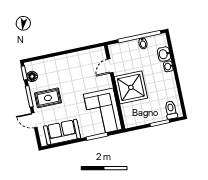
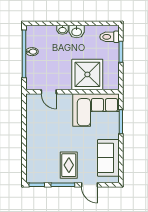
washbasin: (164, 54) -> (77, 32), moved
floor lamp: (32, 76) -> (42, 177), removed
shower: (131, 87) -> (87, 74), moved
door: (34, 120) -> (89, 185), hinge flipped

